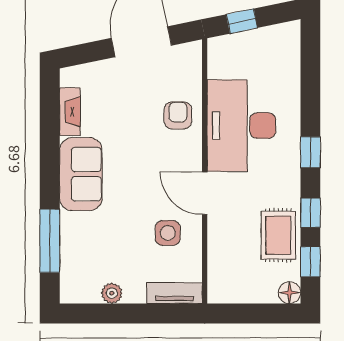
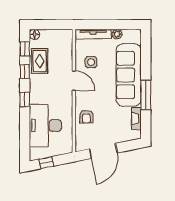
window: (242, 21) -> (46, 163), moved
desk: (242, 126) -> (45, 126), moved, turned 180
sofa: (81, 174) -> (129, 75), width x1.85, depth x1.27
window: (50, 241) -> (146, 95), moved
tv unit: (175, 293) -> (93, 34), width x1.41

